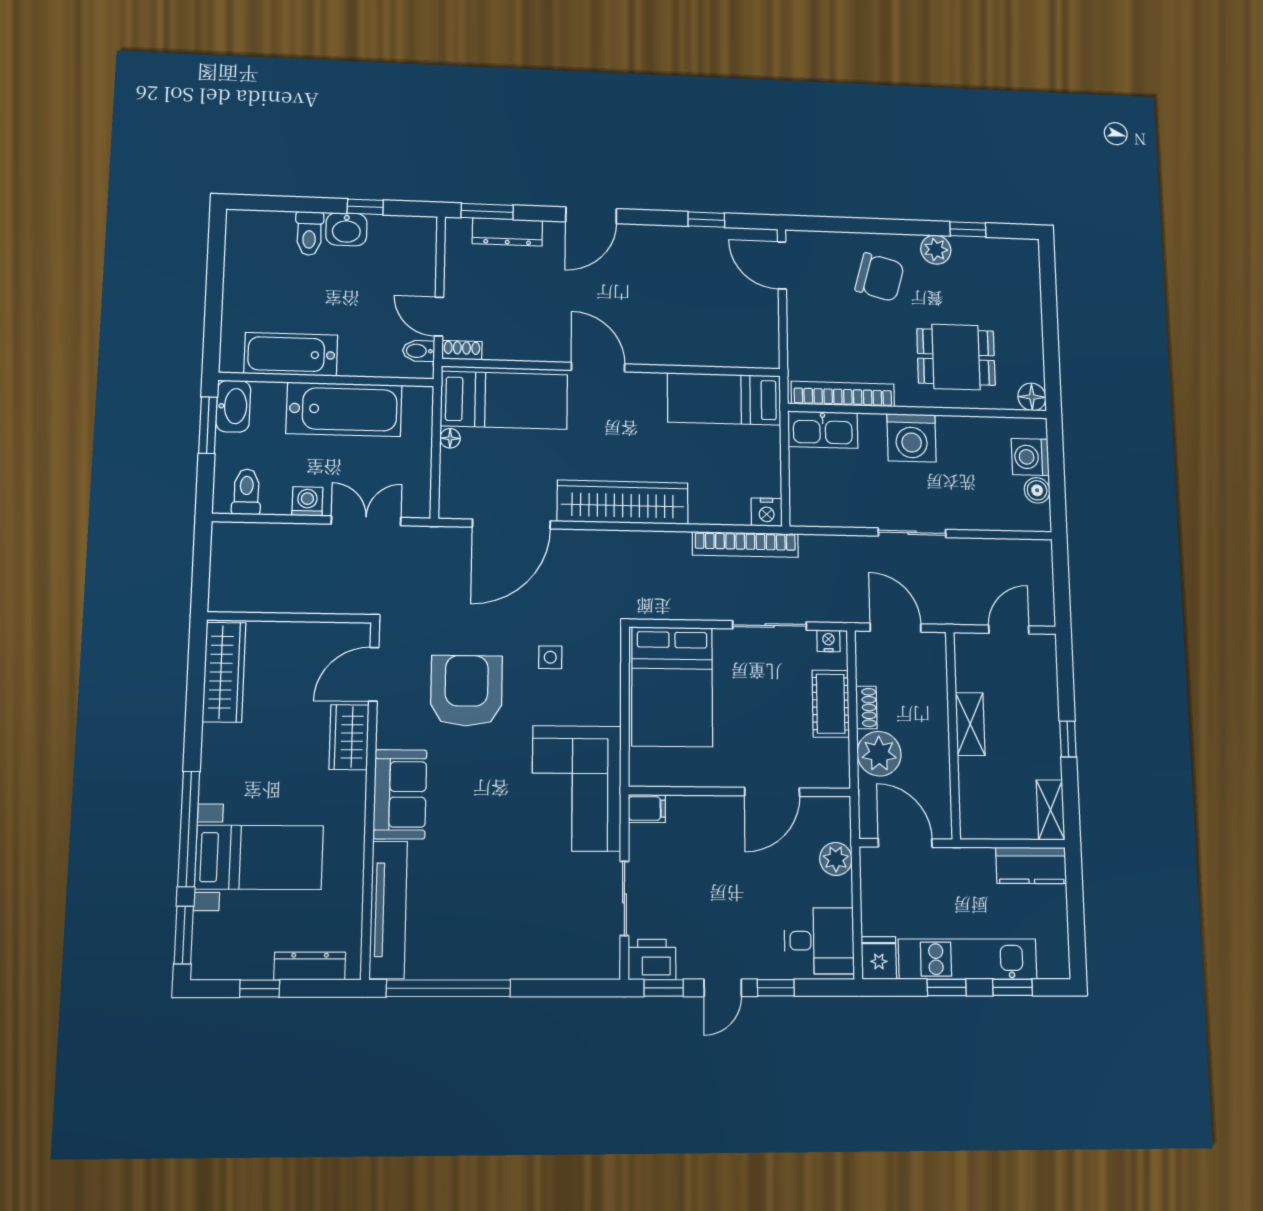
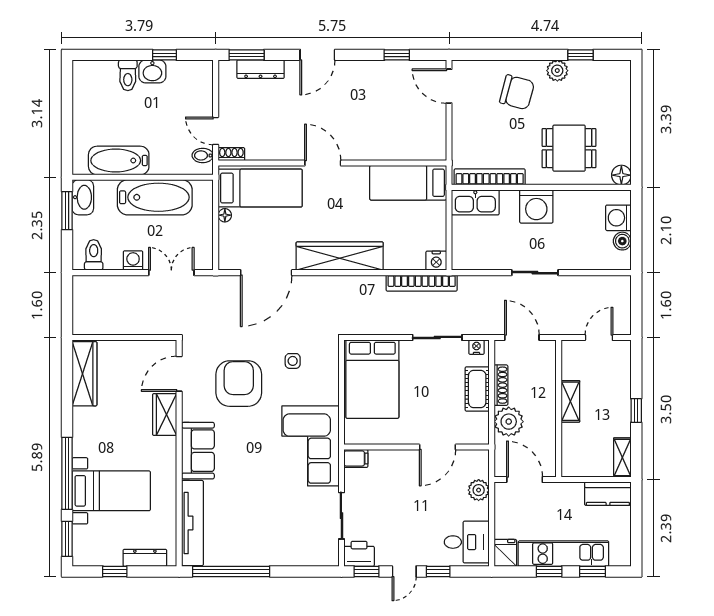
shoe rack: (866, 707) -> (501, 385), width x1.43

